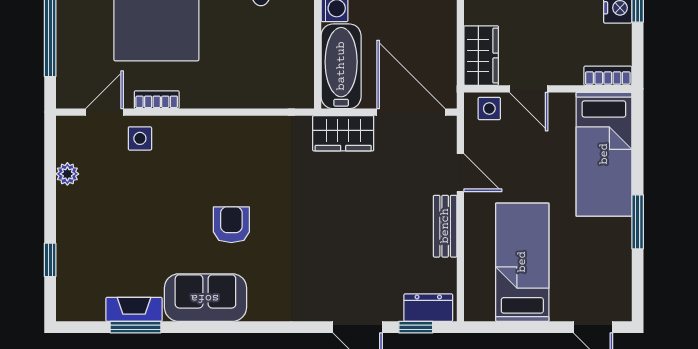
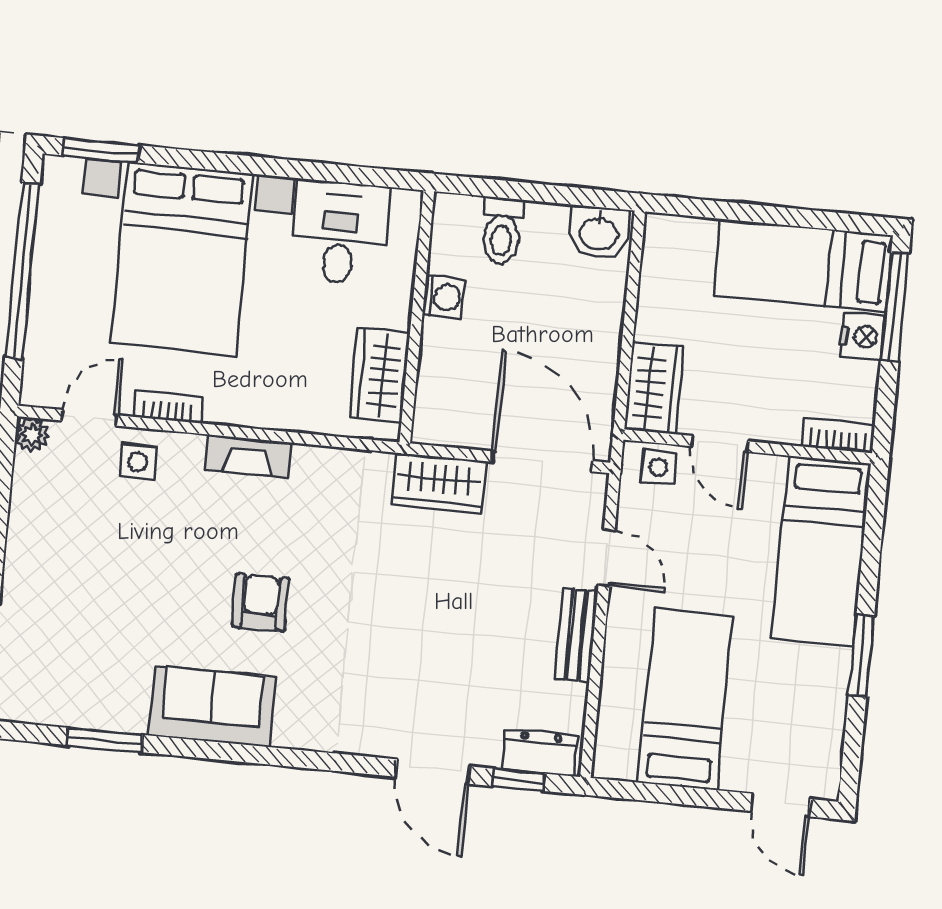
wardrobe: (297, 65) -> (380, 375), added
bathtub: (341, 66) -> (445, 384), removed
plant: (67, 174) -> (32, 435), moved
fireplace: (134, 309) -> (249, 456), moved, turned 180

